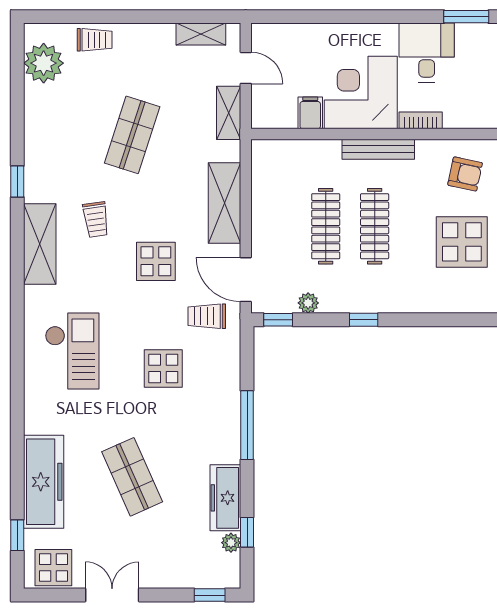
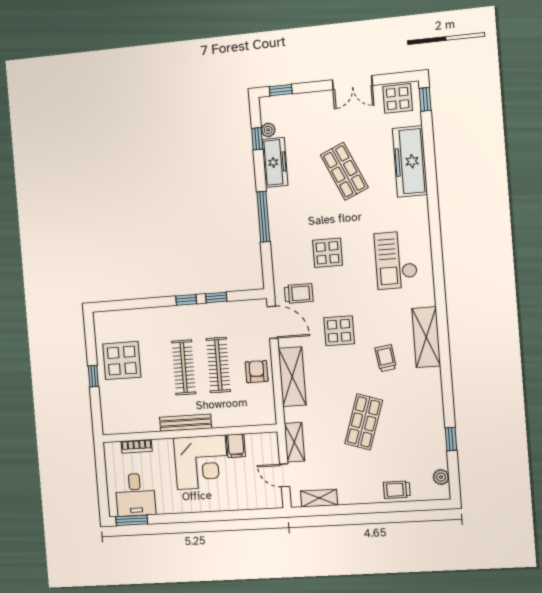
desk: (427, 52) -> (135, 495), moved
plant: (44, 63) -> (441, 477), width x0.53, depth x0.53
bookcase: (421, 120) -> (137, 446), moved
armchair: (465, 174) -> (257, 372), moved, turned 78
window: (17, 181) -> (451, 439), moved
plant: (308, 303) -> (226, 309), removed
window: (278, 320) -> (216, 297), moved
window: (17, 535) -> (425, 99), moved

